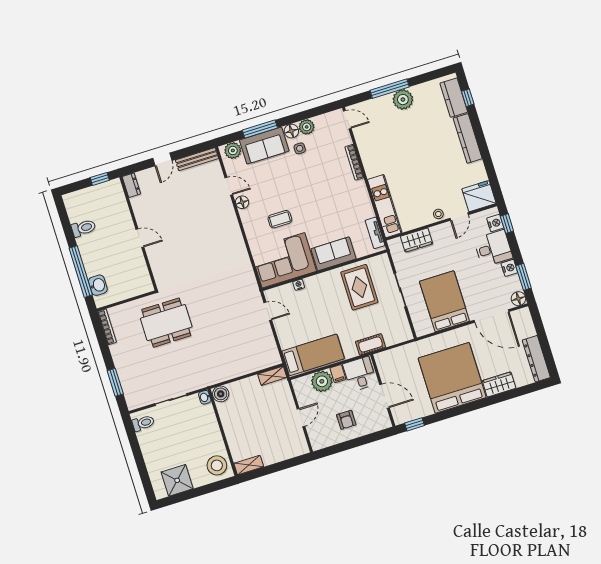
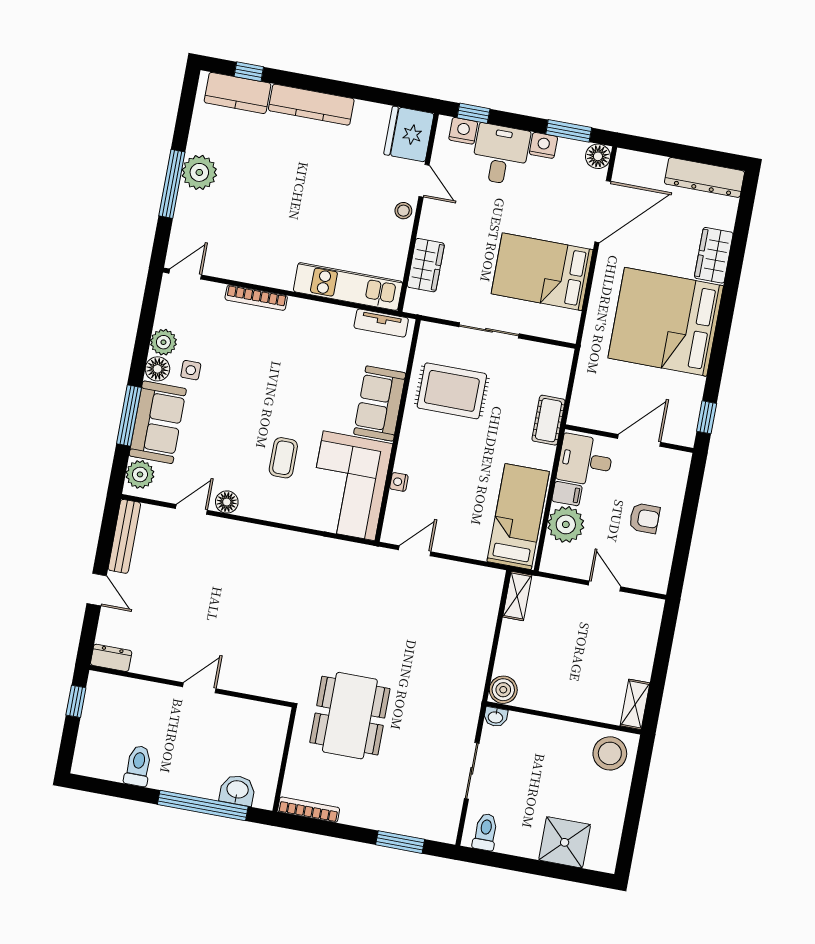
shower: (177, 480) -> (565, 842), moved

